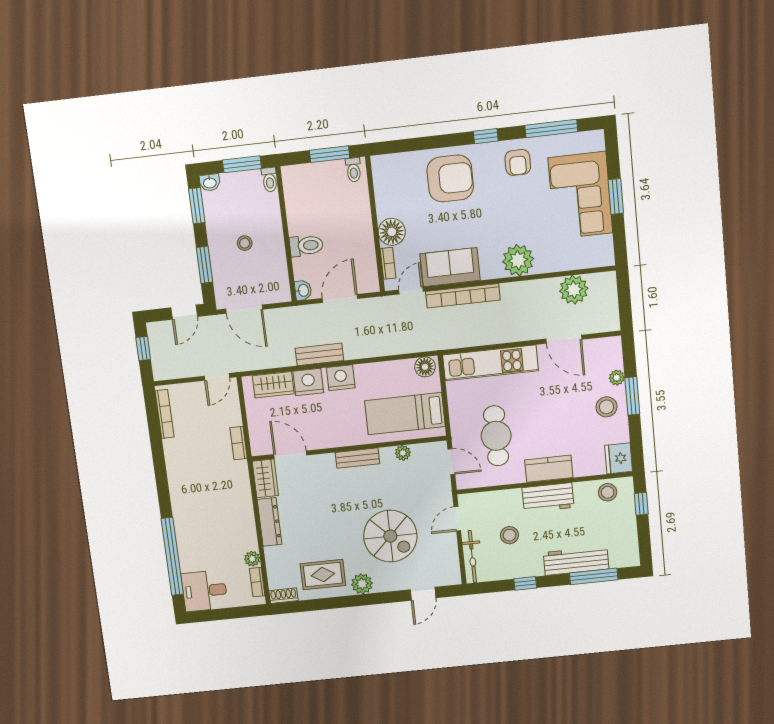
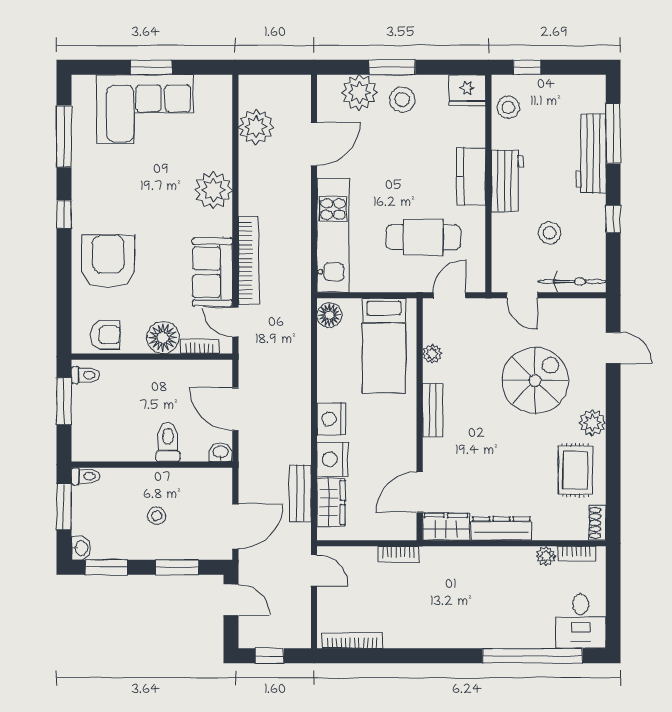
armchair: (518, 162) -> (105, 335), moved
bench: (319, 354) -> (300, 493), moved
plant: (617, 378) -> (359, 93), width x1.88, depth x1.88

